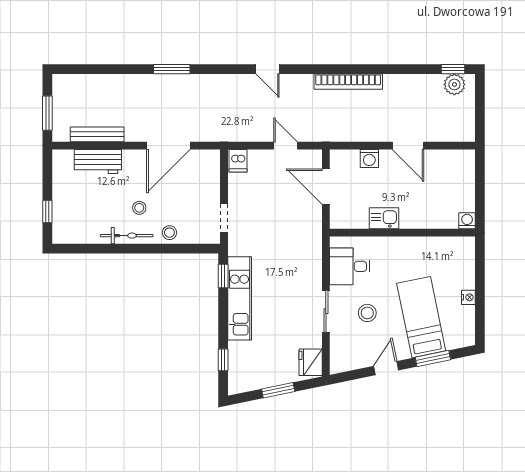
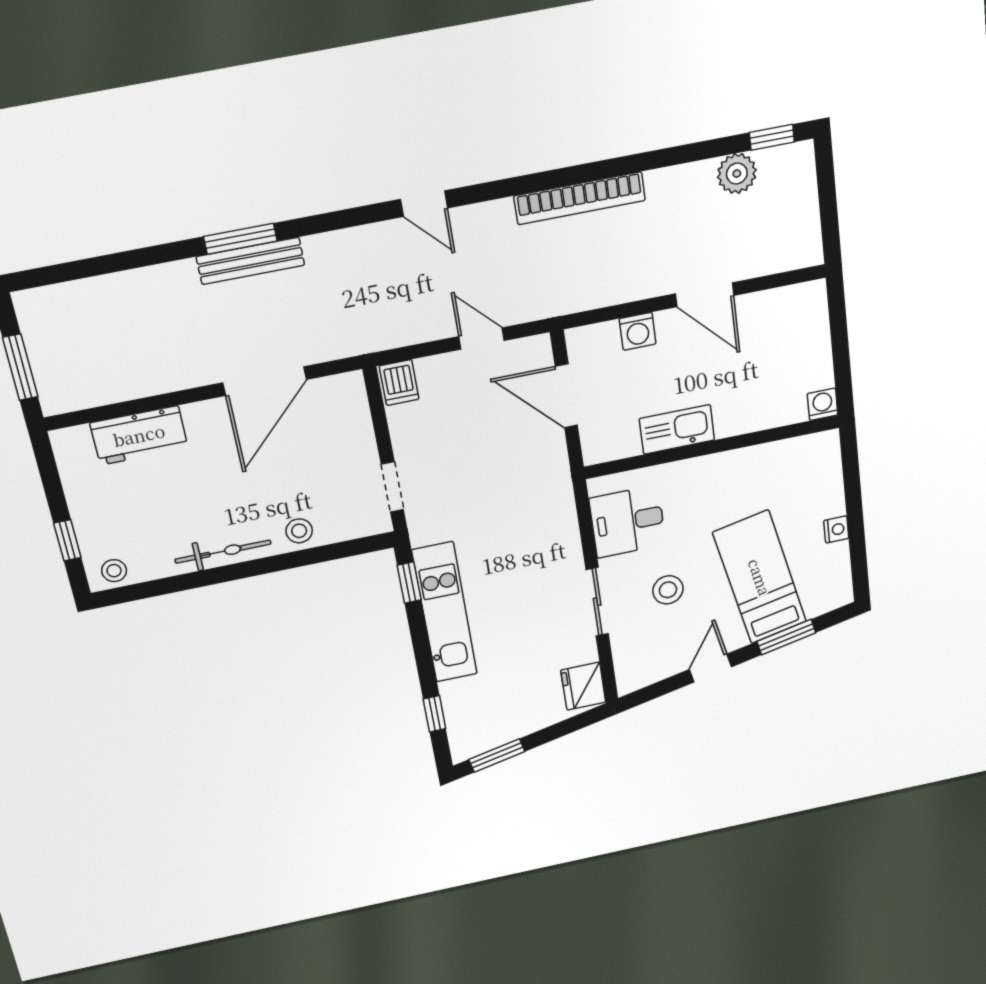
plant: (454, 84) -> (737, 174), moved
bench: (97, 134) -> (250, 261), moved
stool: (139, 208) -> (114, 571), moved
kitchen sink: (384, 218) -> (677, 429), width x1.38
window: (278, 390) -> (497, 755), moved

